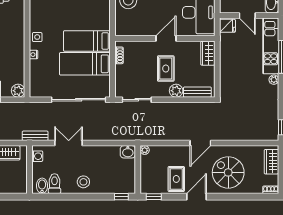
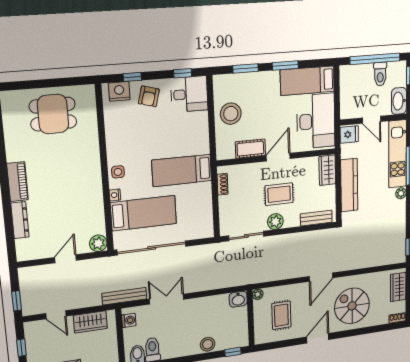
cot: (143, 29) -> (250, 149), added
bed: (85, 64) -> (144, 213), moved, turned 180
kitchen counter: (227, 68) -> (349, 185), added
rug: (166, 69) -> (279, 194), turned 90
plant: (176, 91) -> (275, 222), moved
sliding door: (79, 100) -> (152, 248), moved
bench: (35, 136) -> (124, 296), width x1.36
rug: (176, 179) -> (281, 315), moved
stool: (83, 182) -> (208, 344), moved
window: (154, 197) -> (270, 346), removed

